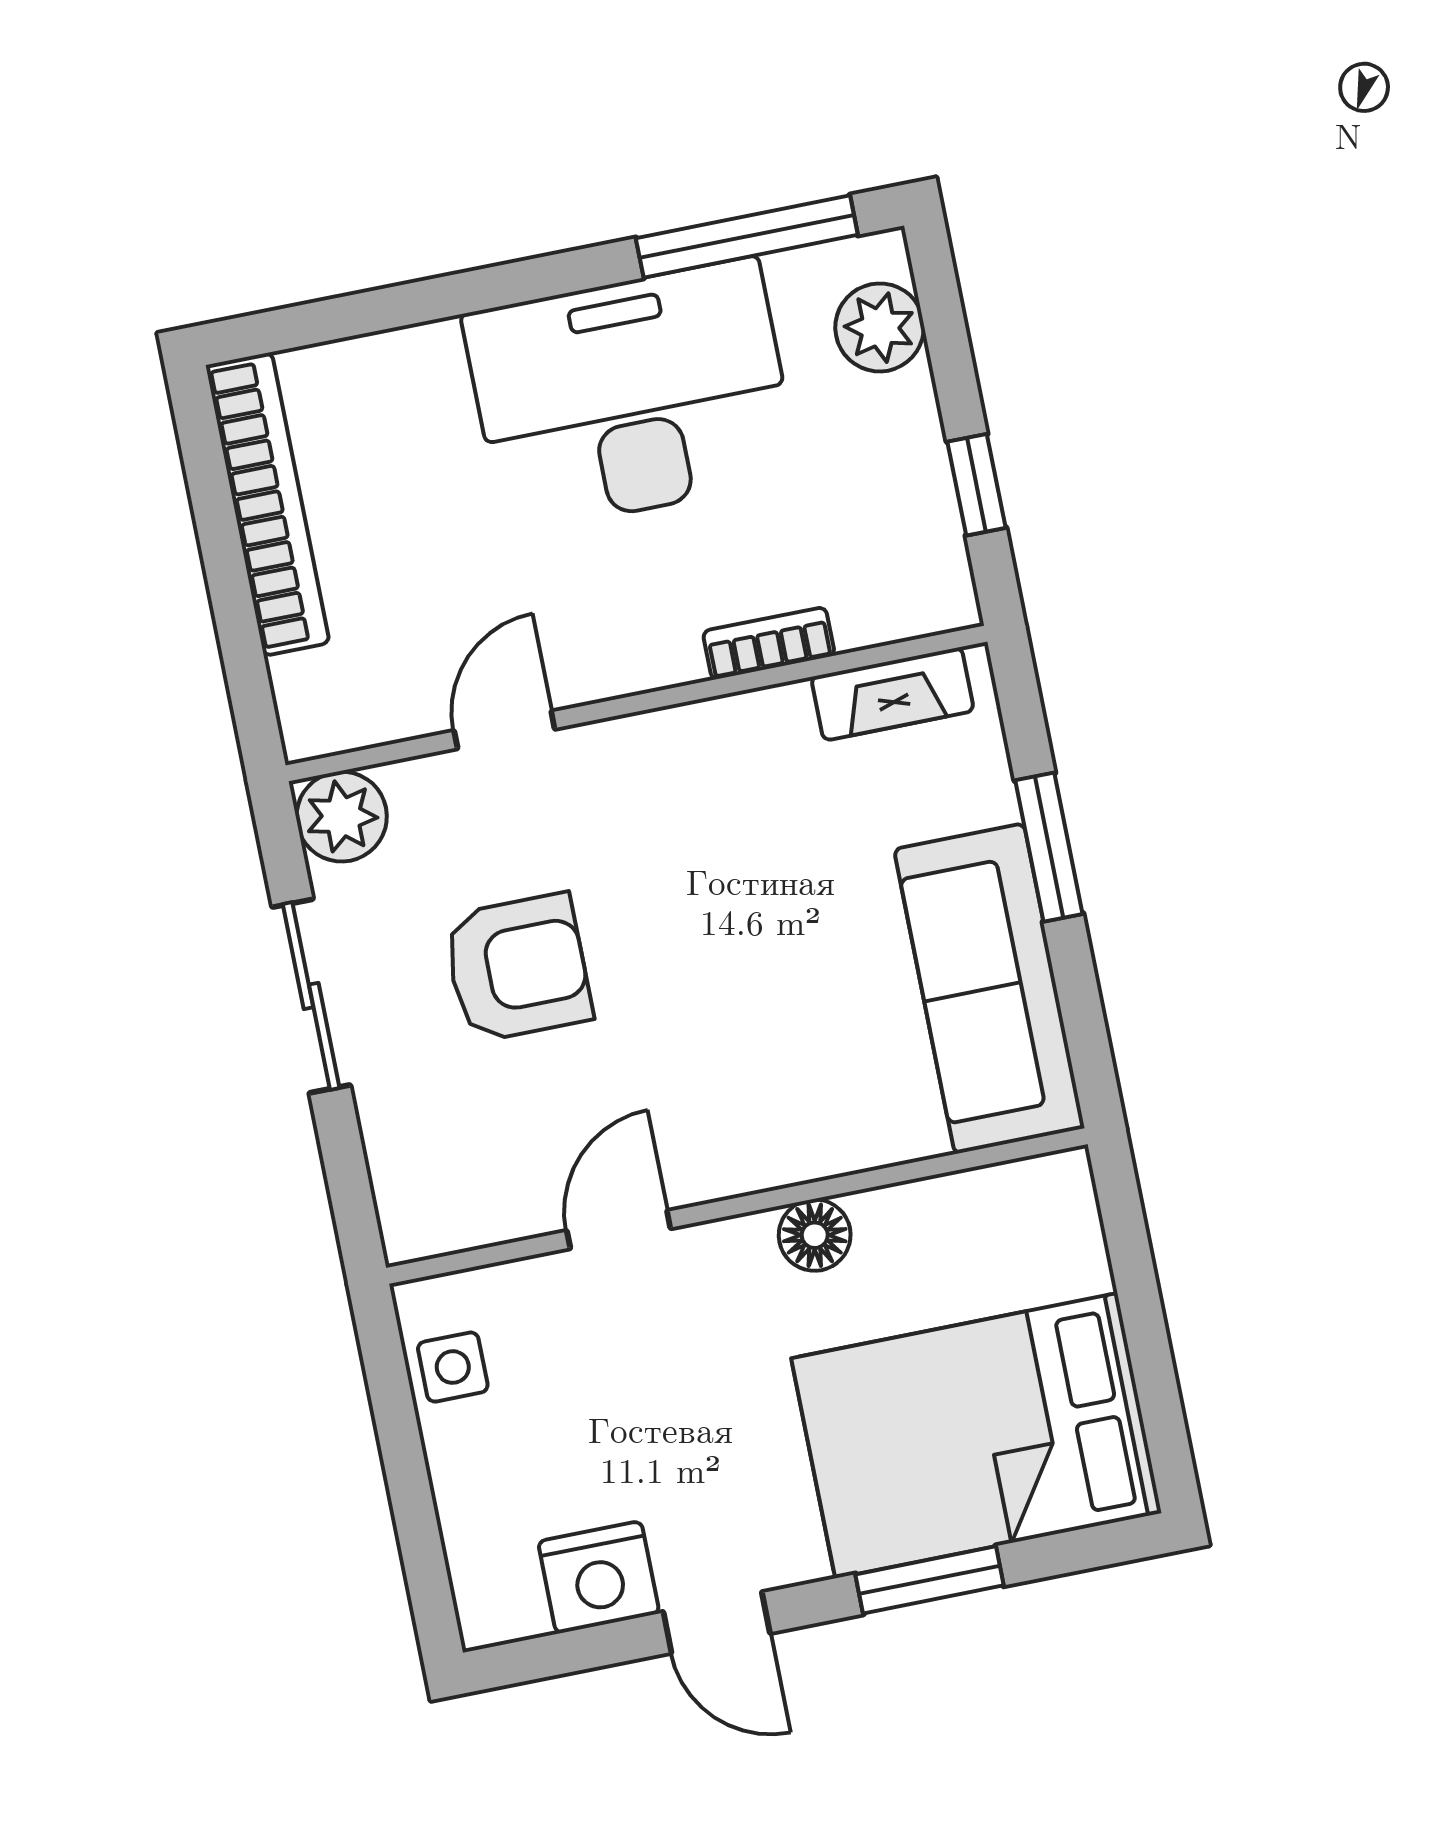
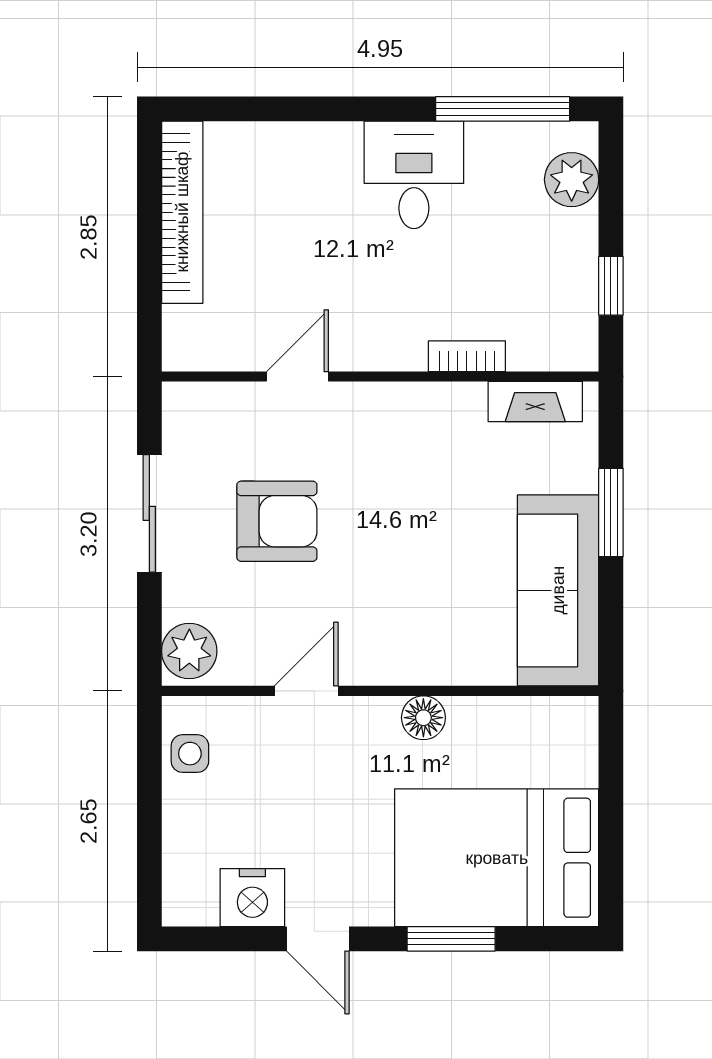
desk: (631, 396) -> (414, 175), width x0.53, depth x0.77
plant: (342, 817) -> (189, 651), moved

